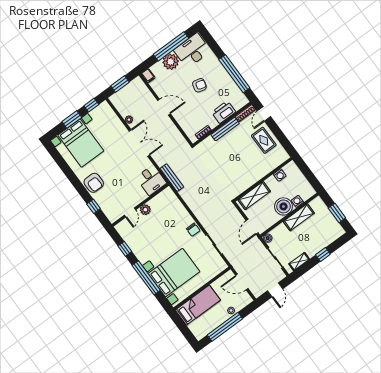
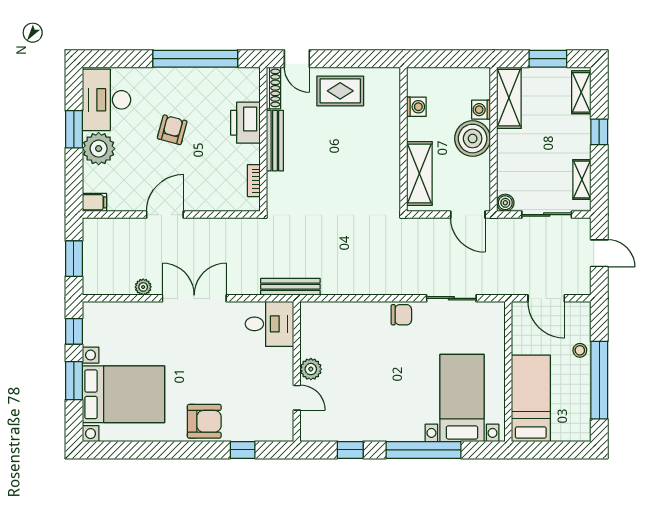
window: (171, 46) -> (74, 129), width x0.47
shelving: (299, 217) -> (509, 98), moved
shelving: (333, 236) -> (581, 92), added
bed with nightstands: (174, 273) -> (462, 398), width x0.73
door: (242, 282) -> (546, 298), hinge flipped

